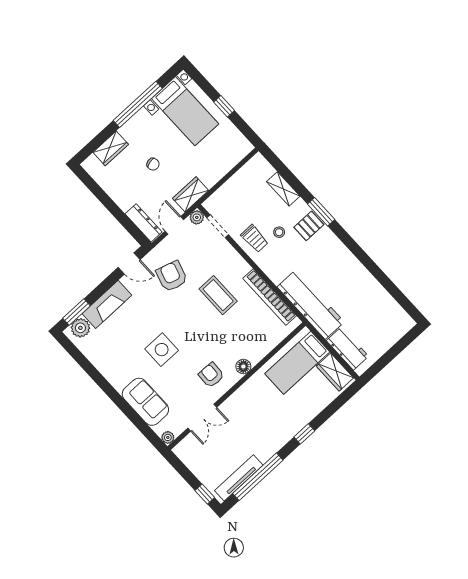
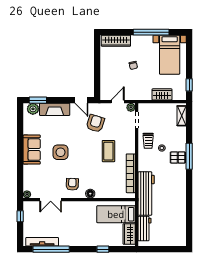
window: (224, 106) -> (189, 85), moved
wardrobe: (111, 148) -> (116, 41), width x1.50
shelving: (283, 189) -> (182, 116), moved
wardrobe: (191, 194) -> (162, 94), moved
window: (321, 212) -> (189, 156), width x1.44
dresser: (144, 223) -> (105, 88), removed
sofa: (145, 402) -> (32, 150), moved
window: (304, 434) -> (103, 249), moved
window: (205, 494) -> (20, 216), moved

